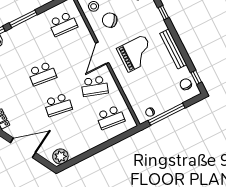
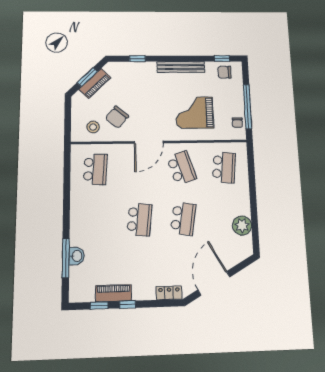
window: (23, 19) -> (66, 211), removed
door: (102, 53) -> (149, 142), hinge flipped
grand piano: (136, 53) -> (195, 113), moved, turned -90
school desk: (95, 86) -> (182, 168), turned -36
plant: (60, 156) -> (242, 226), moved

